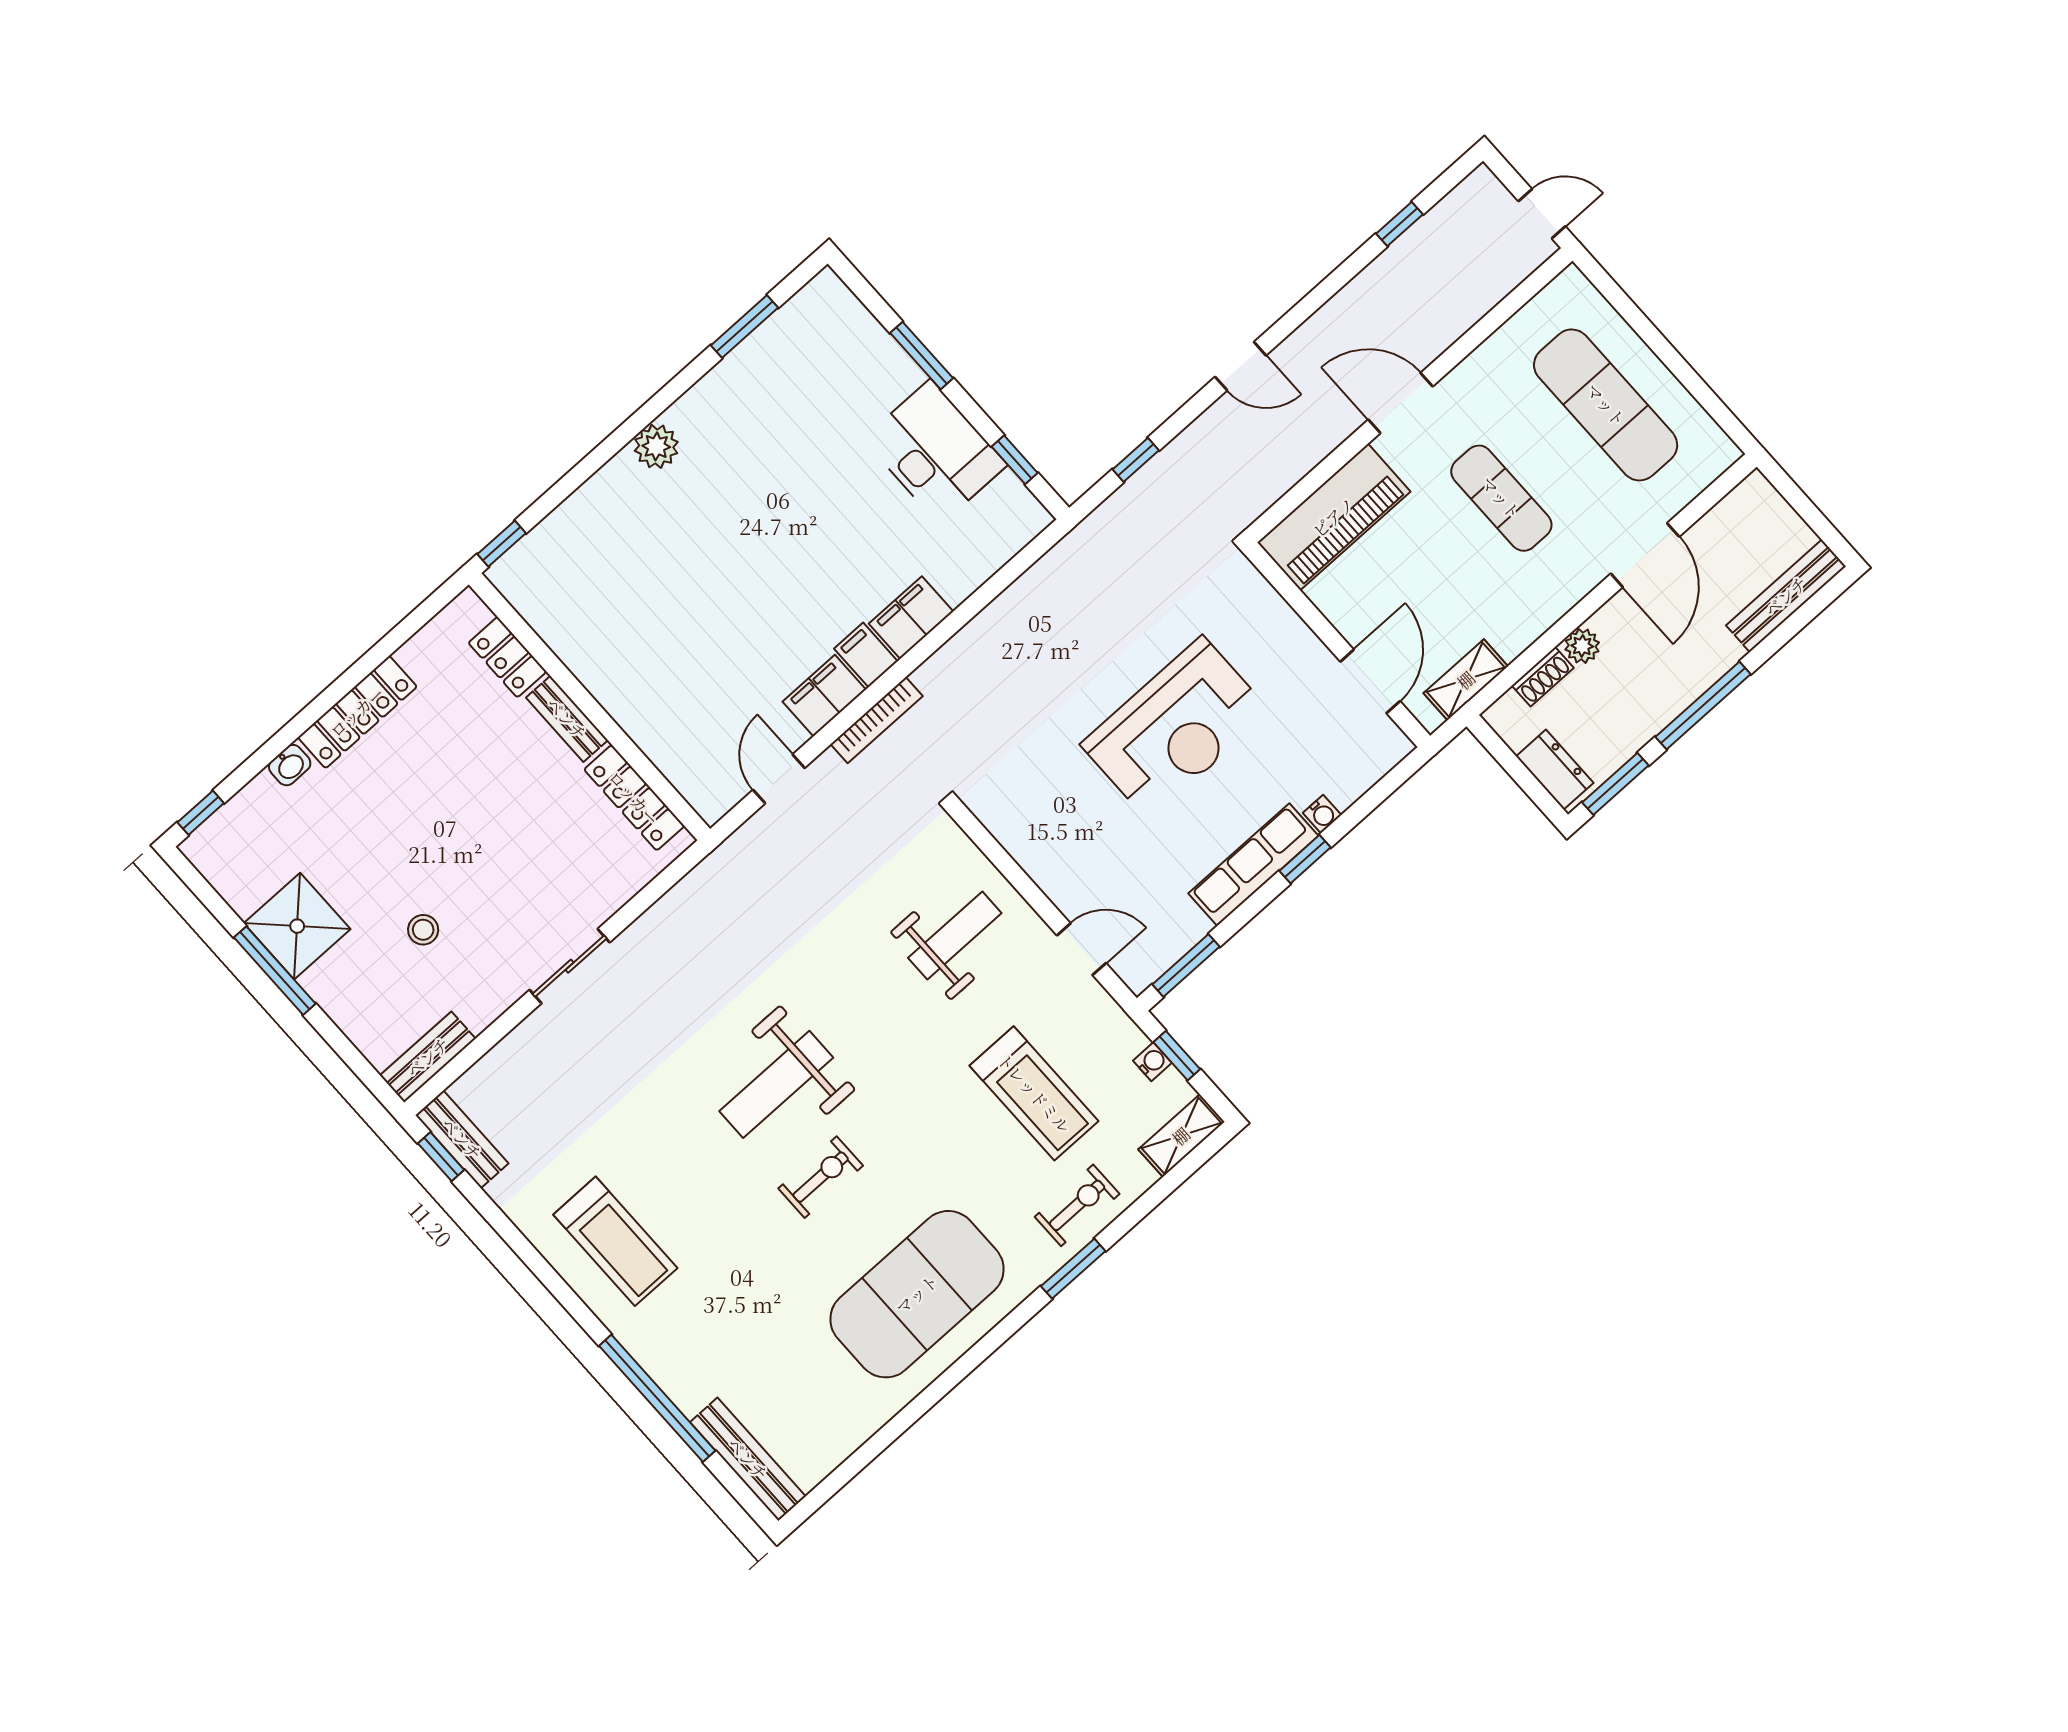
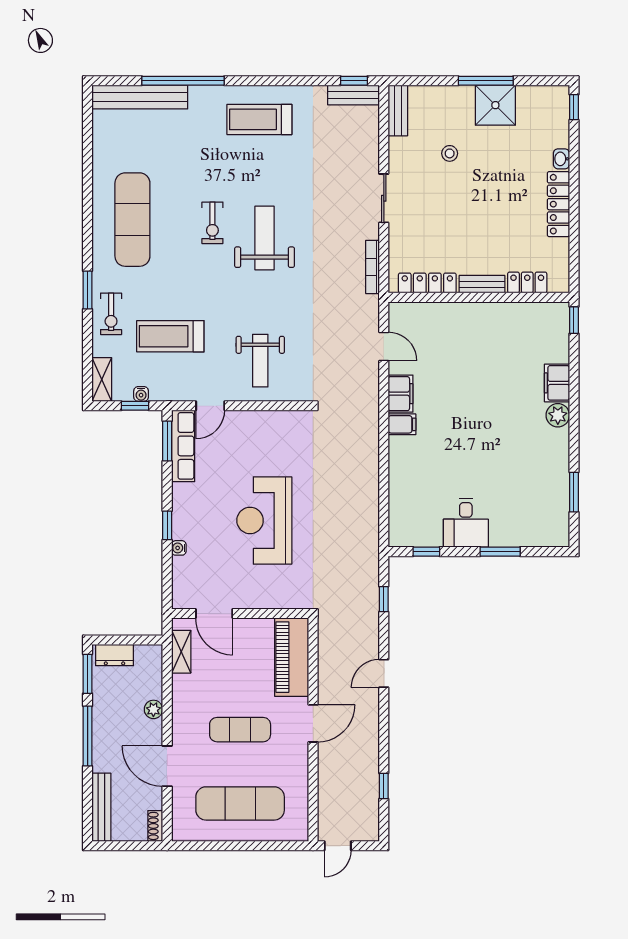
desk: (935, 452) -> (466, 523), width x0.73
filing cabinet: (911, 618) -> (557, 383), moved, turned 180
shoe rack: (1543, 677) -> (155, 826), moved
bookcase: (877, 720) -> (373, 267), moved
row of seats: (1253, 865) -> (183, 446), moved
exercise mat: (917, 1294) -> (132, 220), width x0.68
bench: (748, 1459) -> (140, 97), width x1.37, depth x1.21

